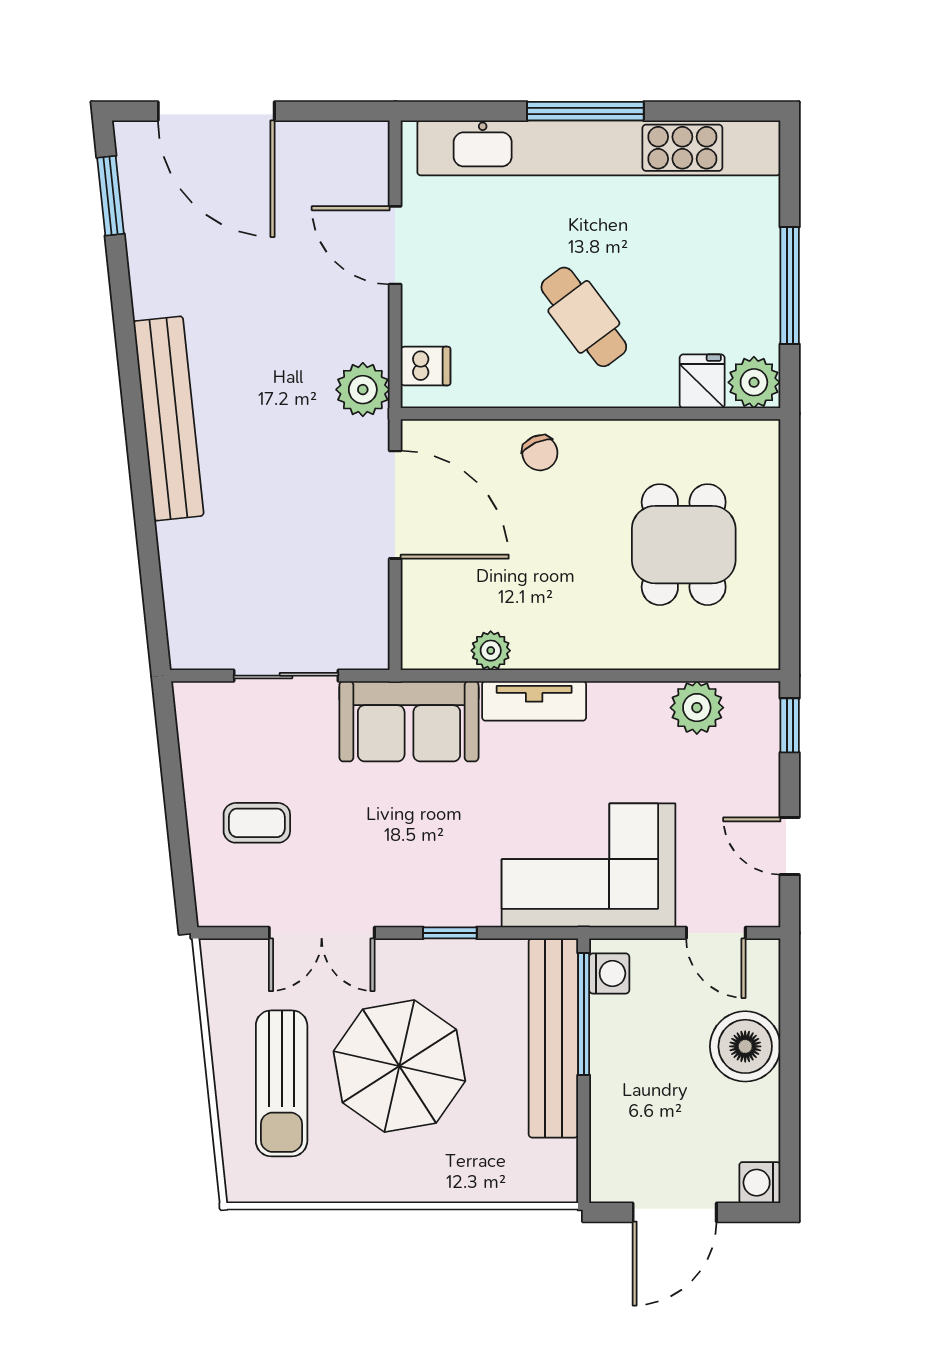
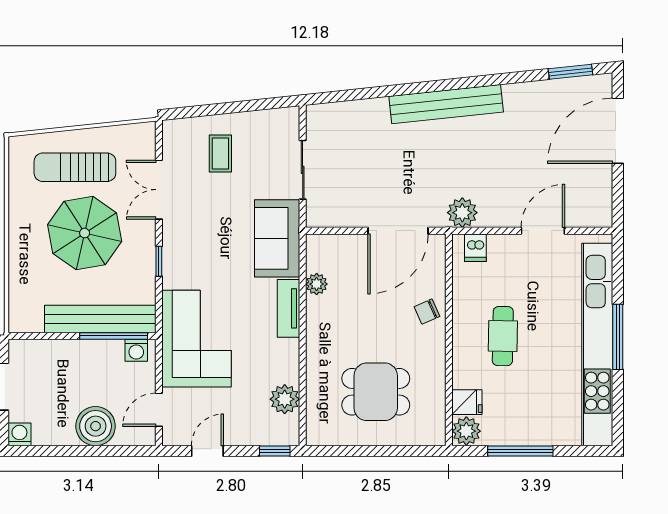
cafe table: (584, 317) -> (503, 336), turned -52

